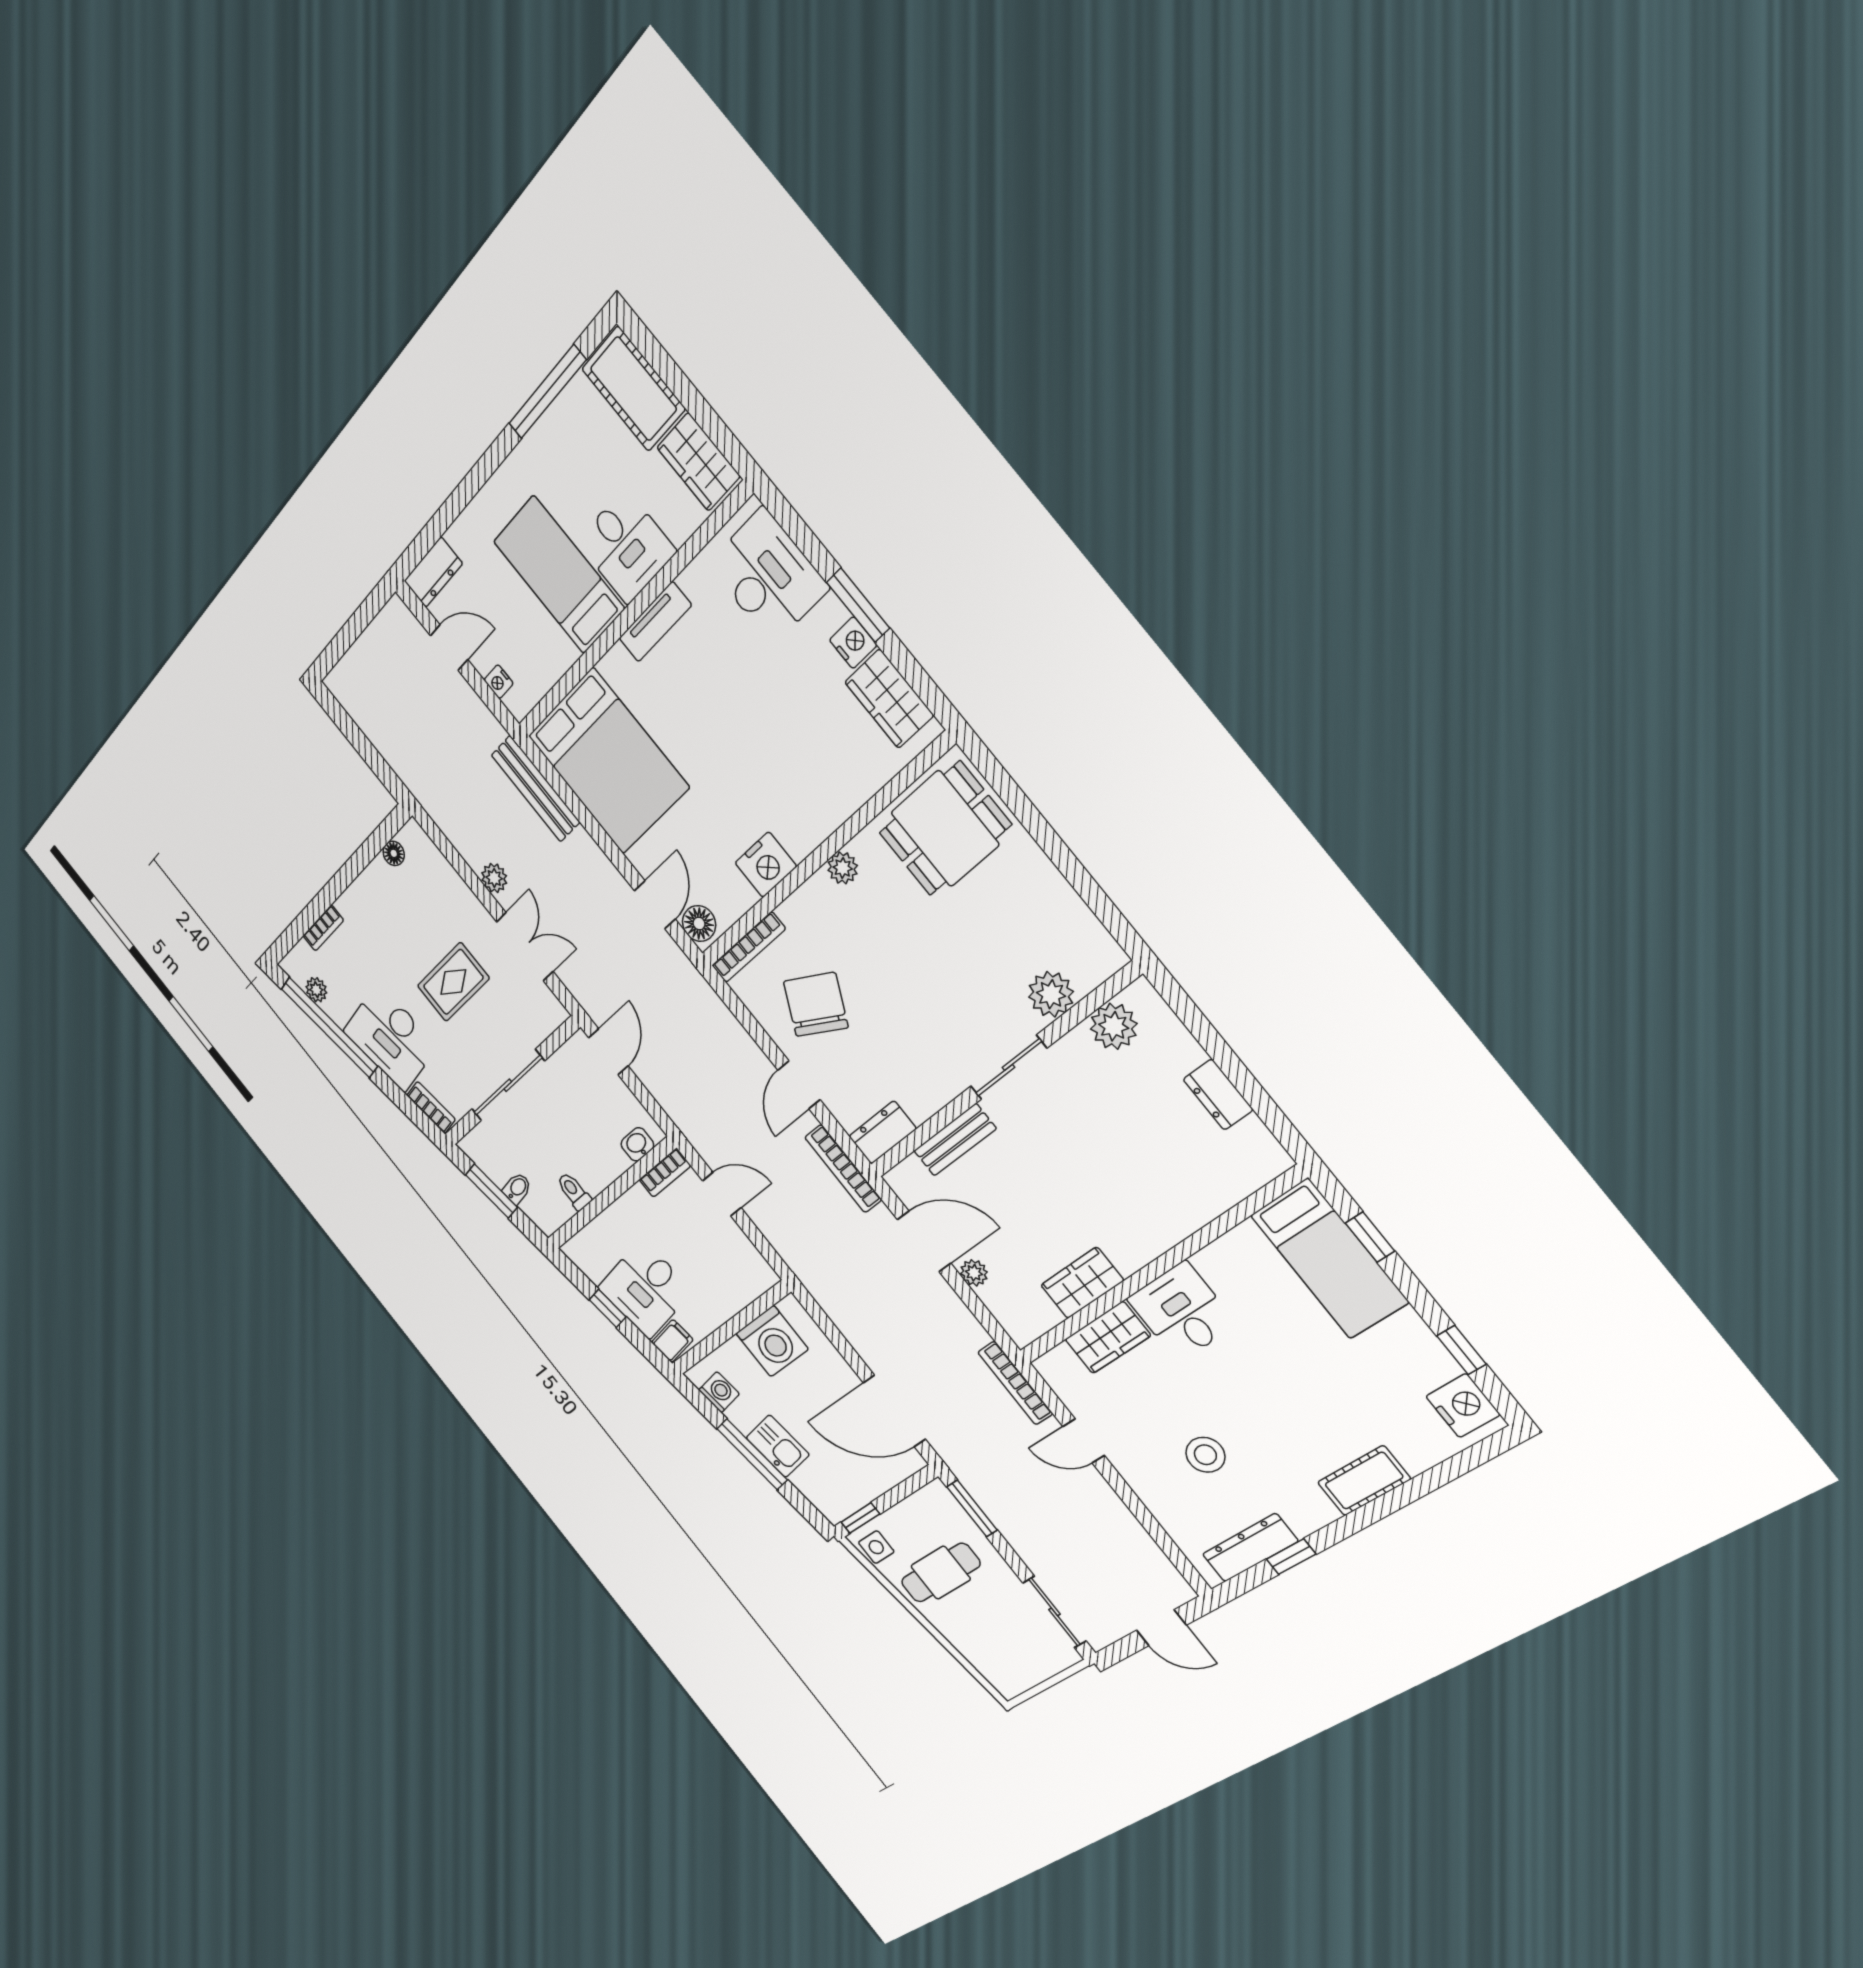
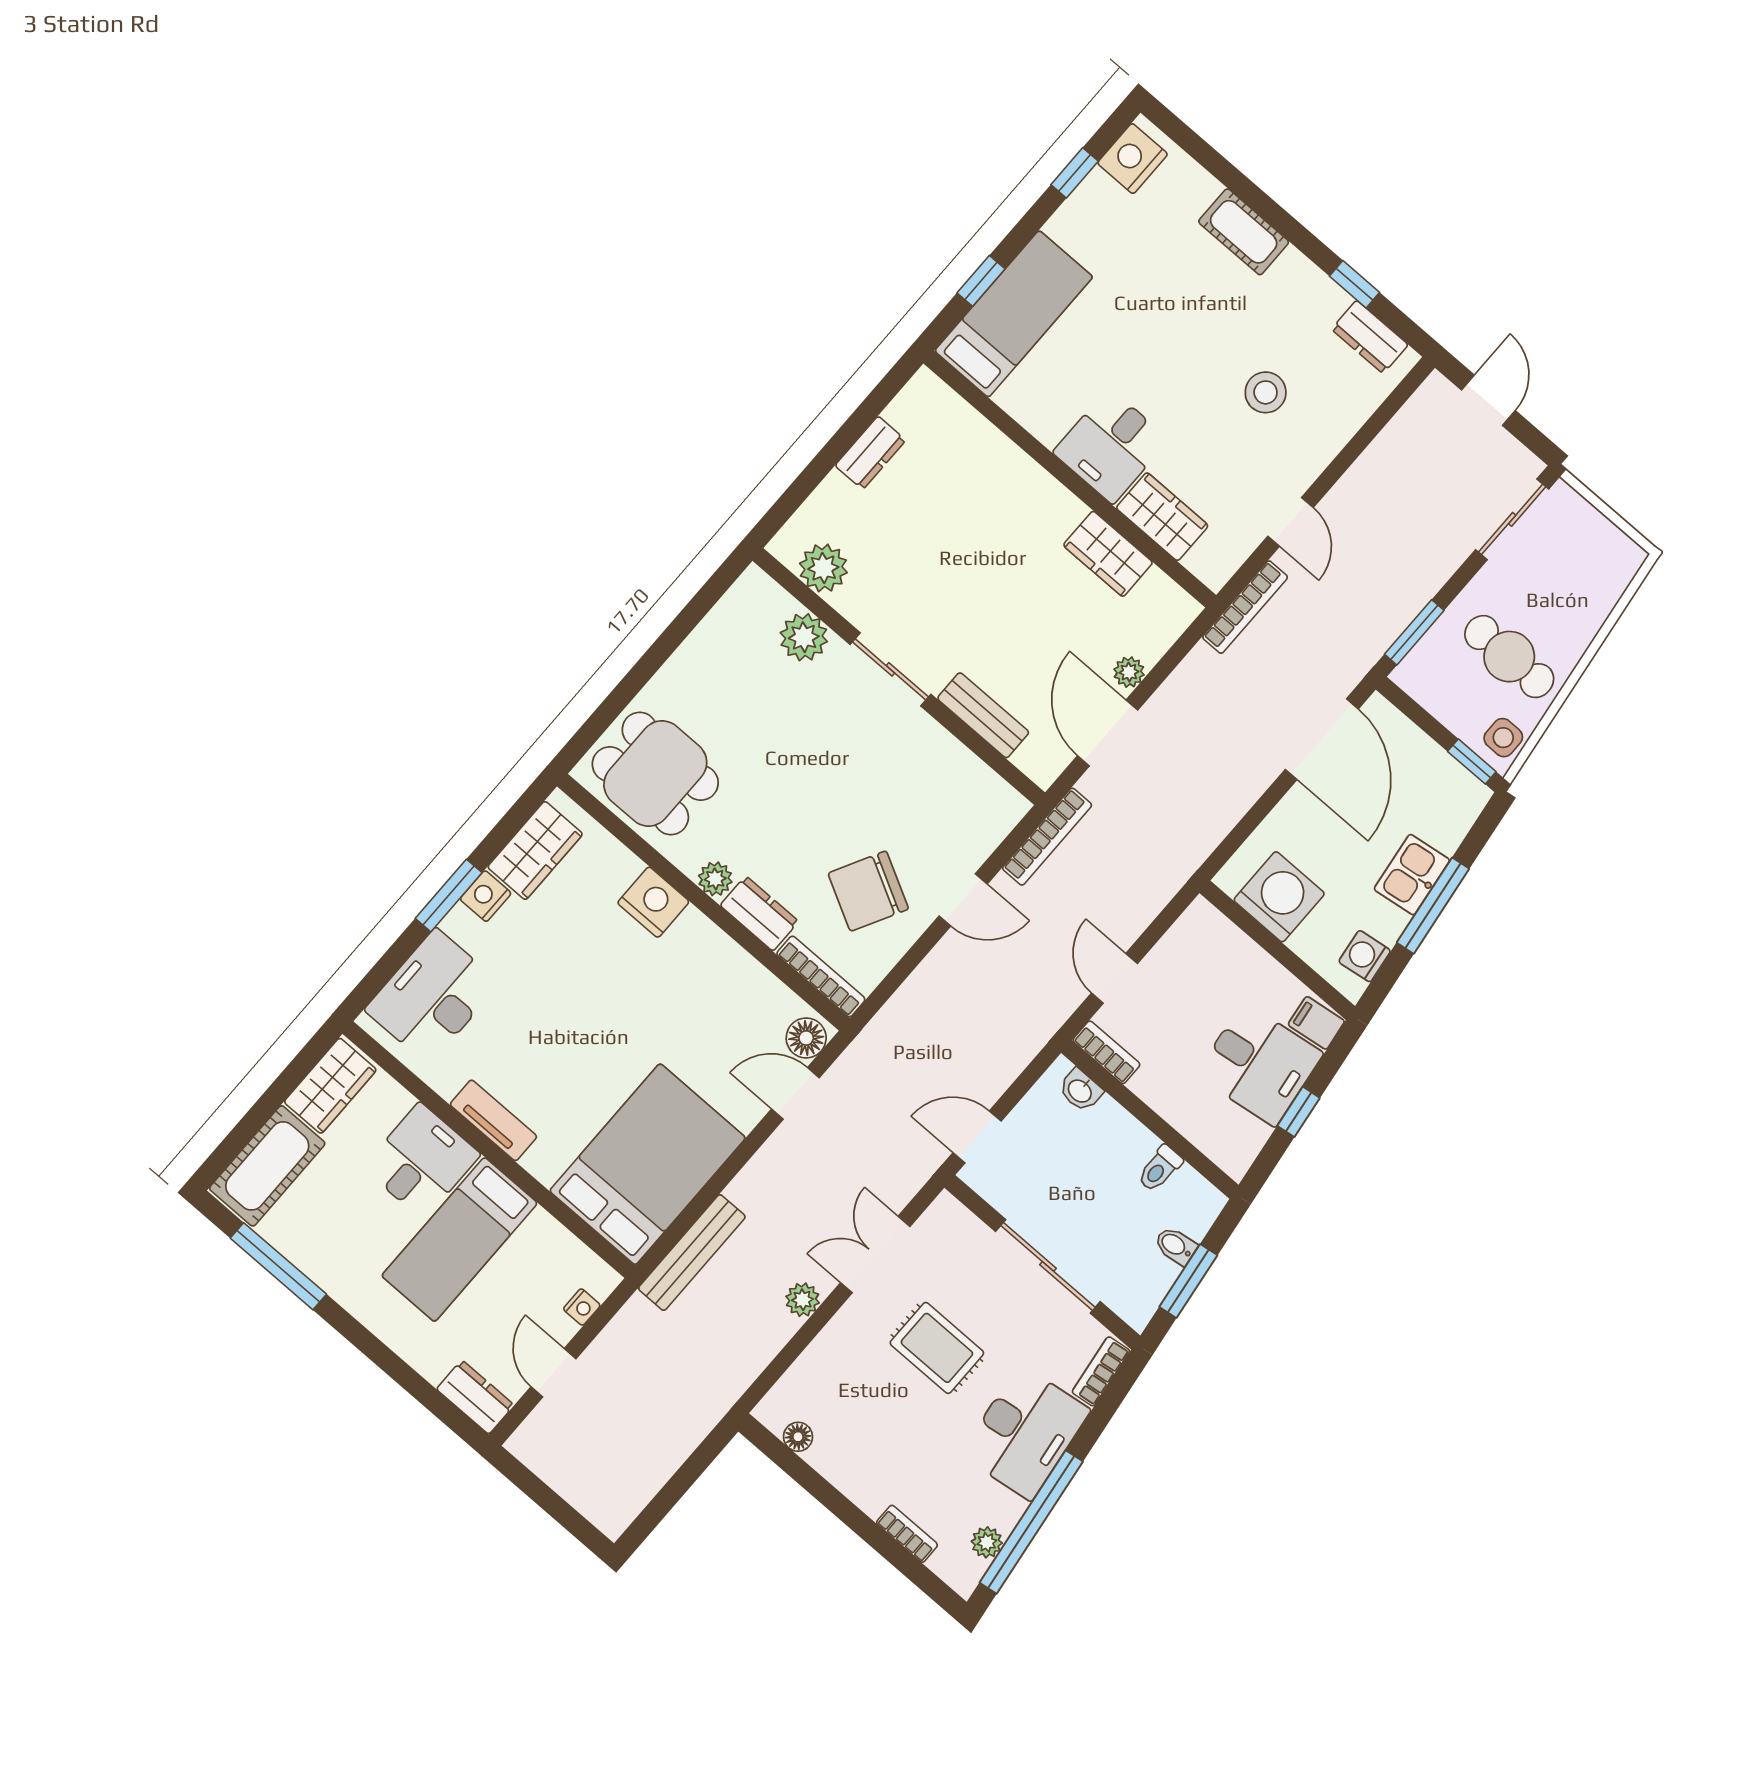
nightstand: (766, 865) -> (653, 902), moved
dresser: (883, 1132) -> (759, 913), moved, turned 180
dresser: (1250, 1548) -> (1370, 337), width x0.70

